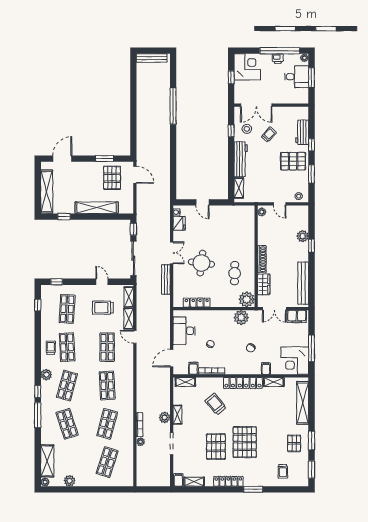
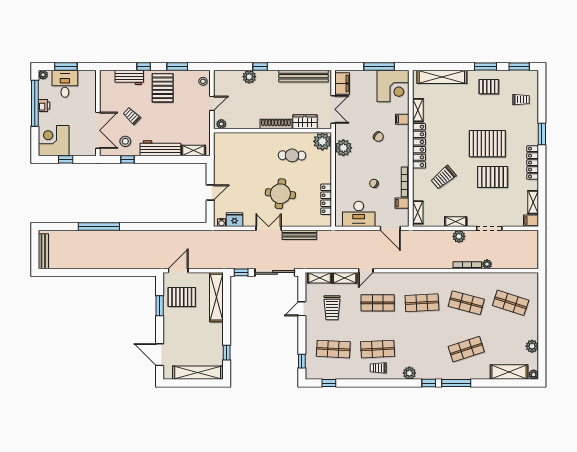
shelving: (97, 208) -> (216, 297), moved
shop shelf: (67, 386) -> (422, 349), removed

